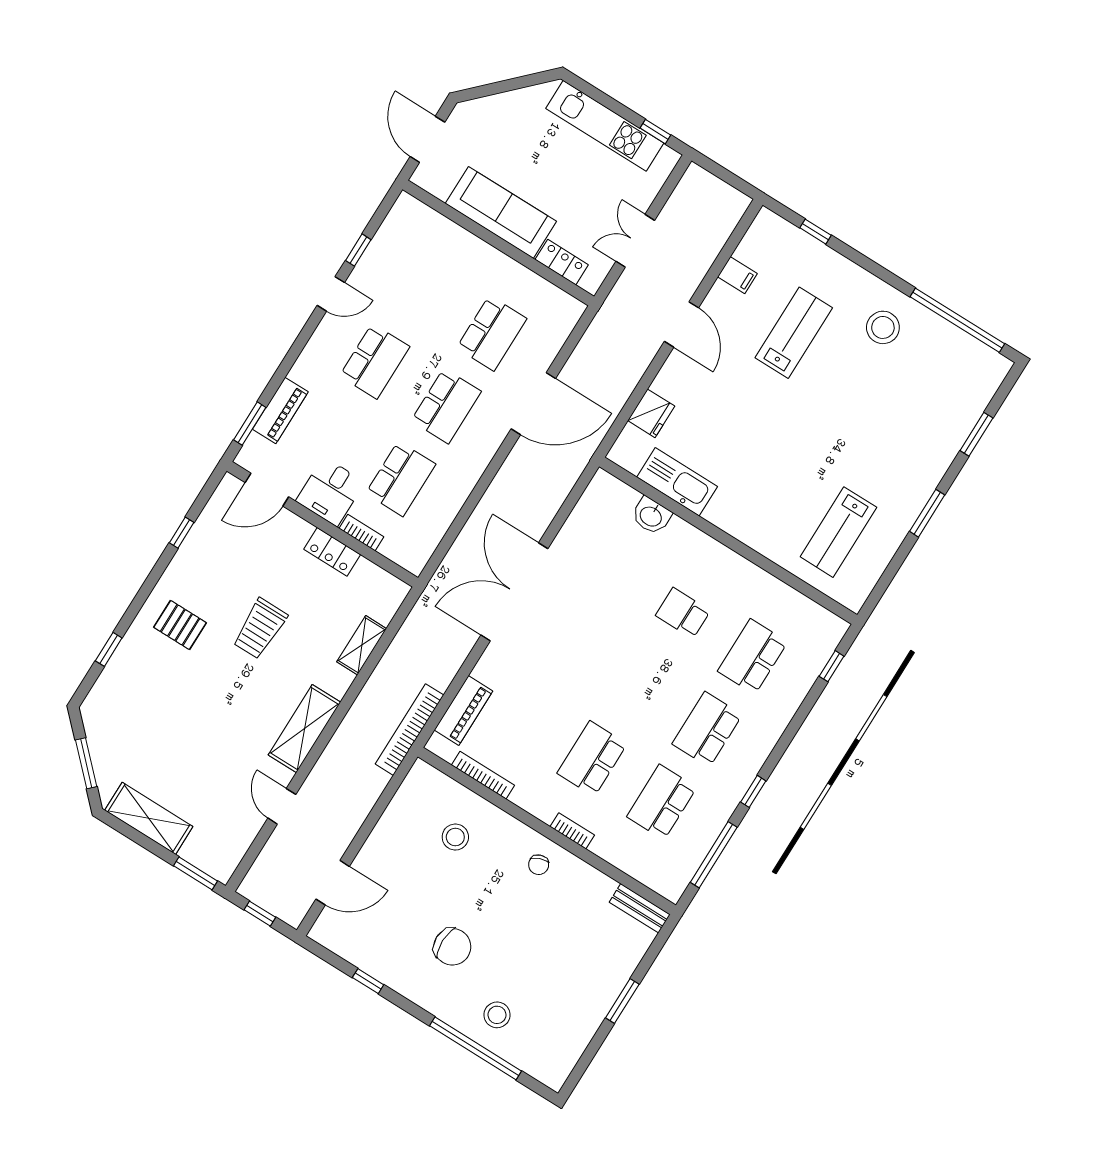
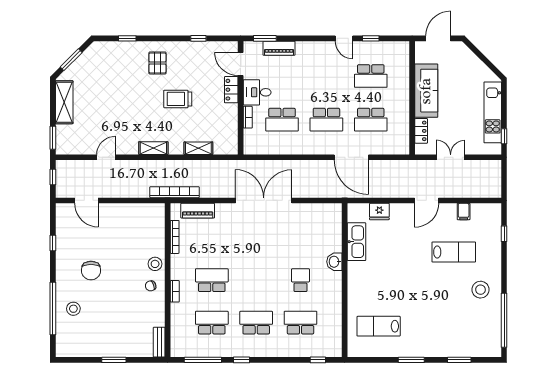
school desk: (375, 361) -> (371, 76), moved
washbasin: (651, 516) -> (334, 262), moved
locker: (332, 552) -> (231, 90), moved
shelving: (305, 729) -> (153, 148), width x0.67, depth x0.75
stool: (455, 837) -> (155, 264), moved

